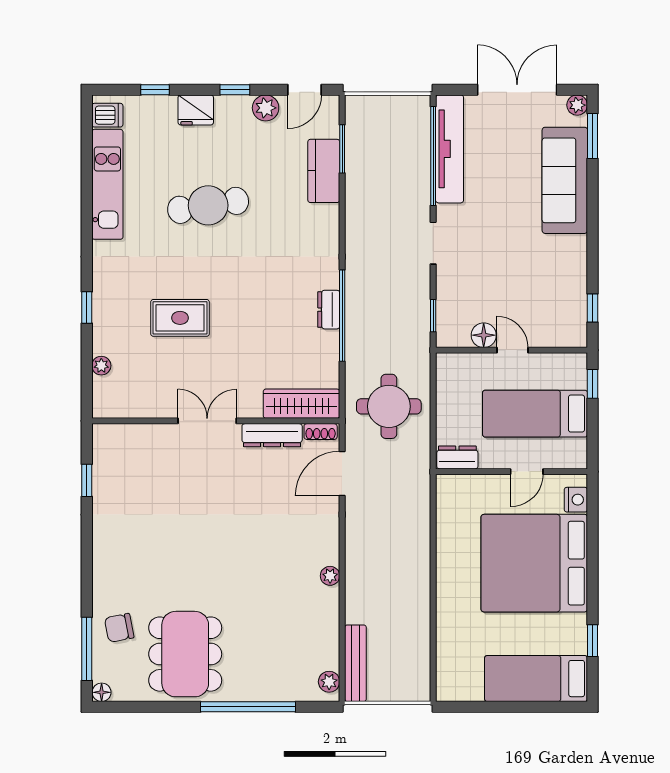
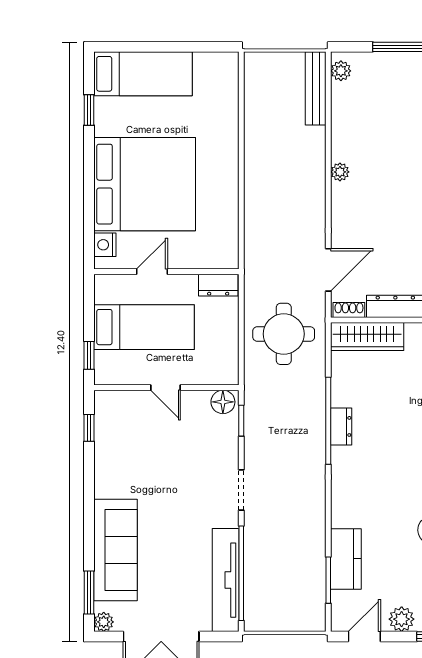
floor lamp: (484, 335) -> (223, 402), moved

